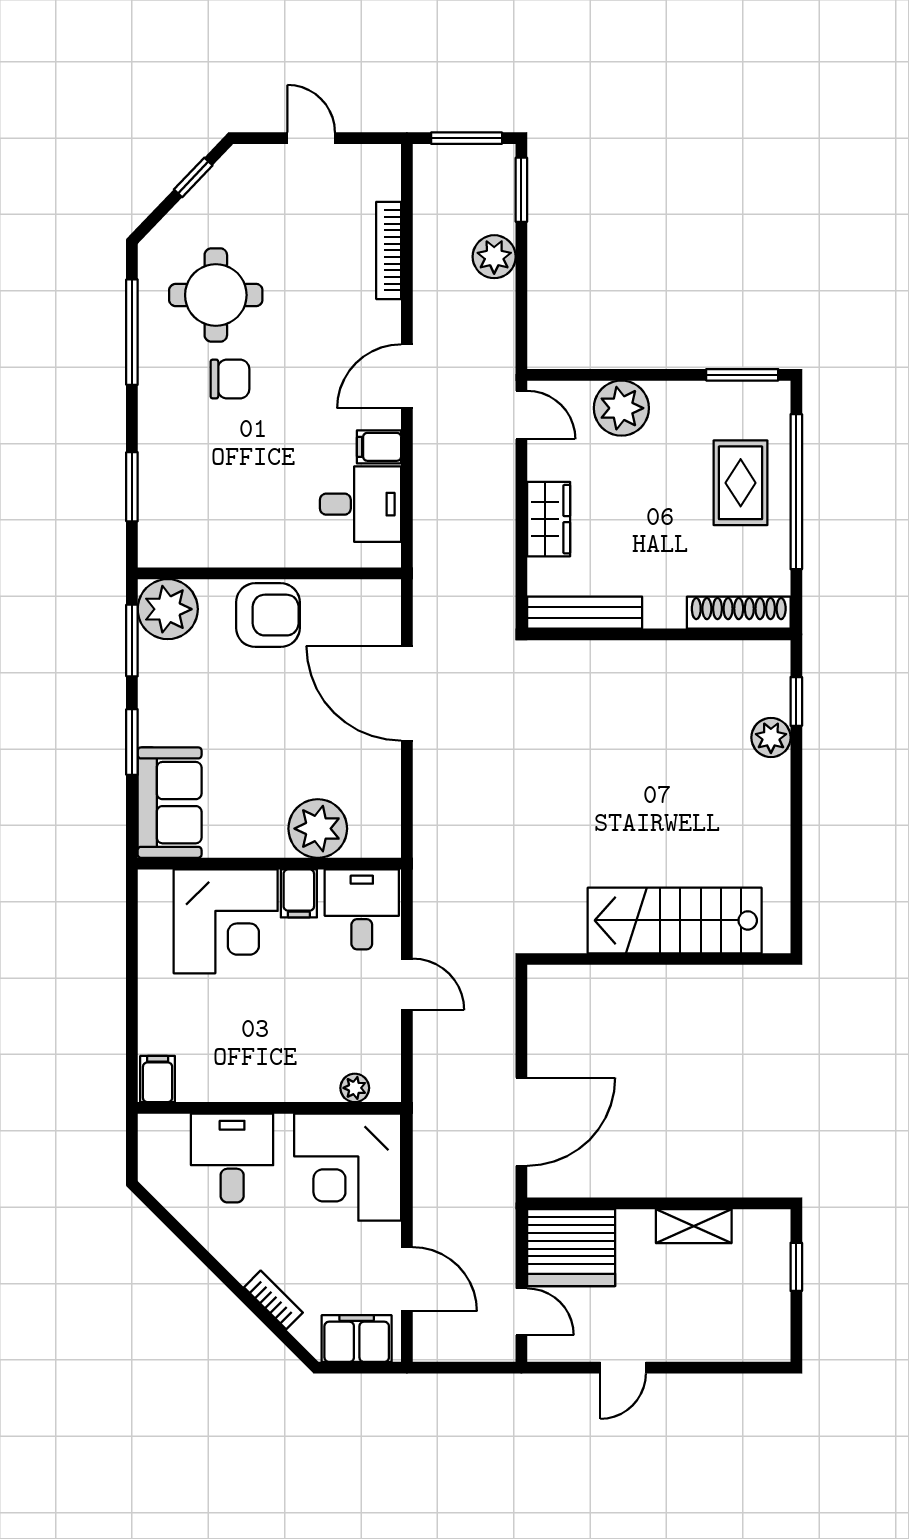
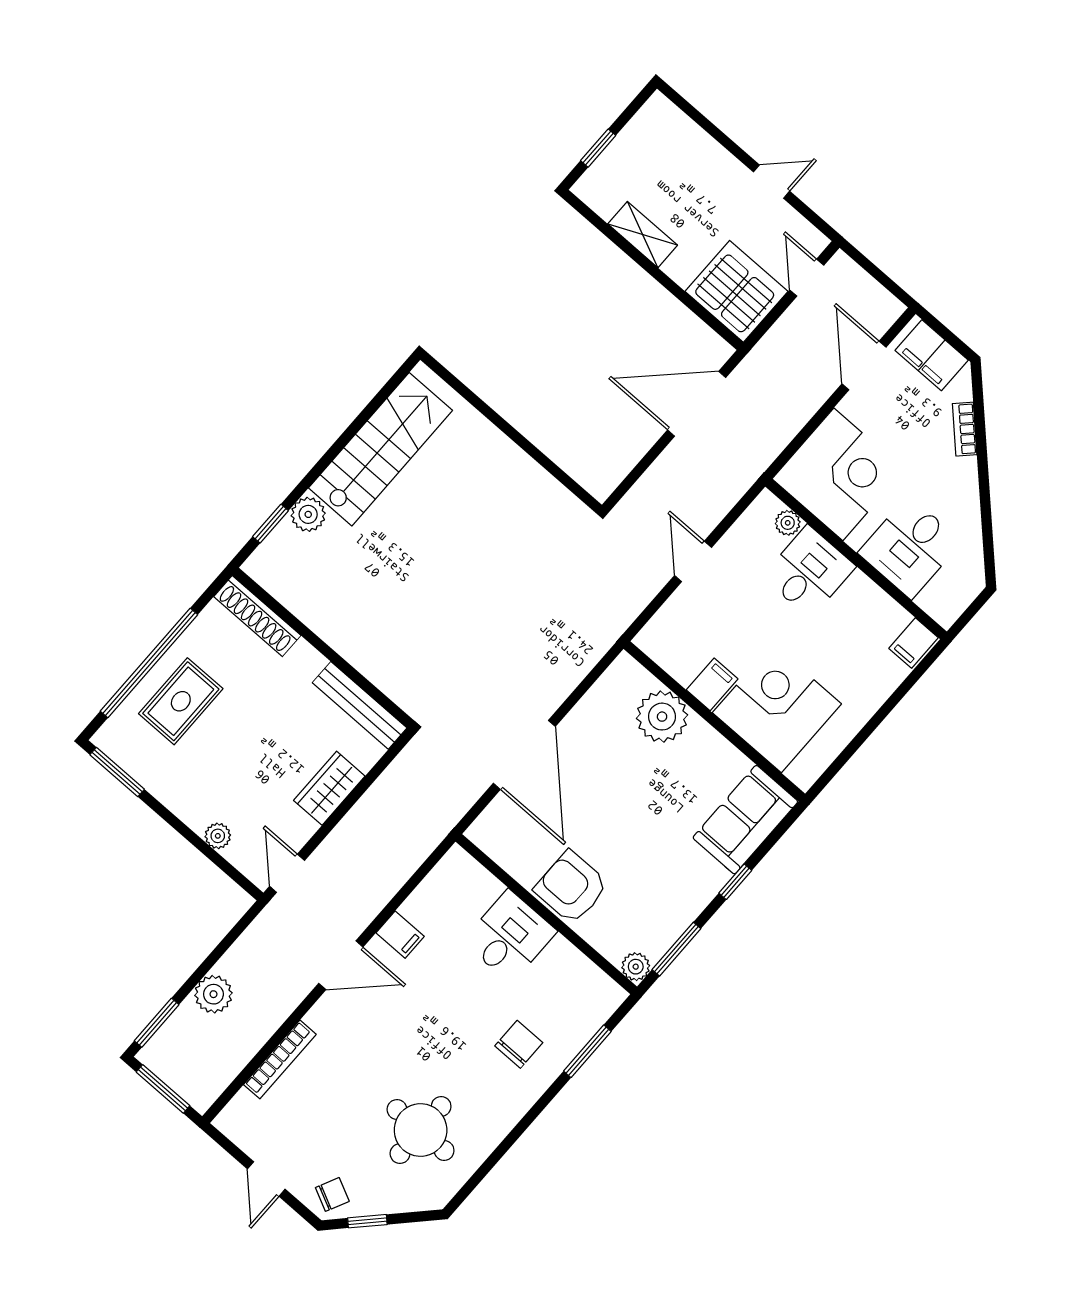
chair: (243, 174) -> (332, 1194), added
window: (132, 332) -> (498, 1154), removed
chair: (230, 379) -> (519, 1044), moved, turned 90
plant: (621, 408) -> (218, 836), width x0.53, depth x0.53
desk: (361, 504) -> (510, 936), moved, turned 90
plant: (168, 609) -> (636, 967), width x0.53, depth x0.53
window: (132, 742) -> (735, 882), width x0.67
desk: (362, 909) -> (809, 572), moved, turned 180
stairs: (675, 920) -> (380, 449), moved, turned -90

